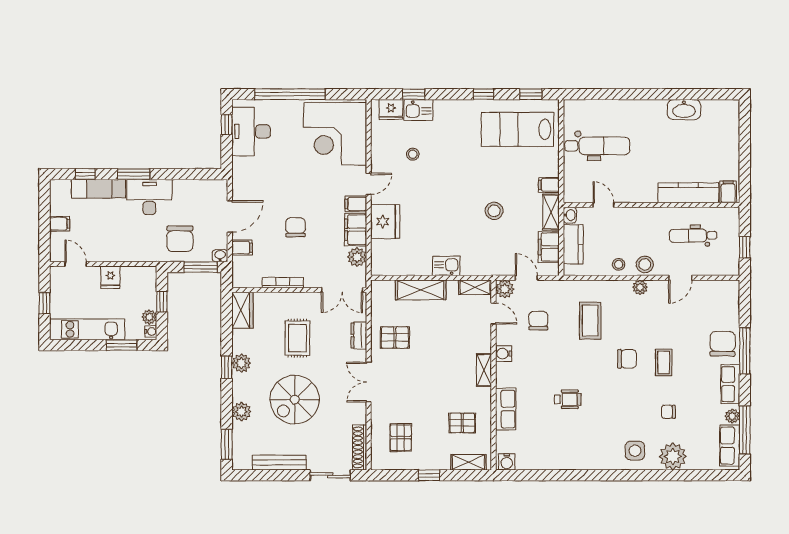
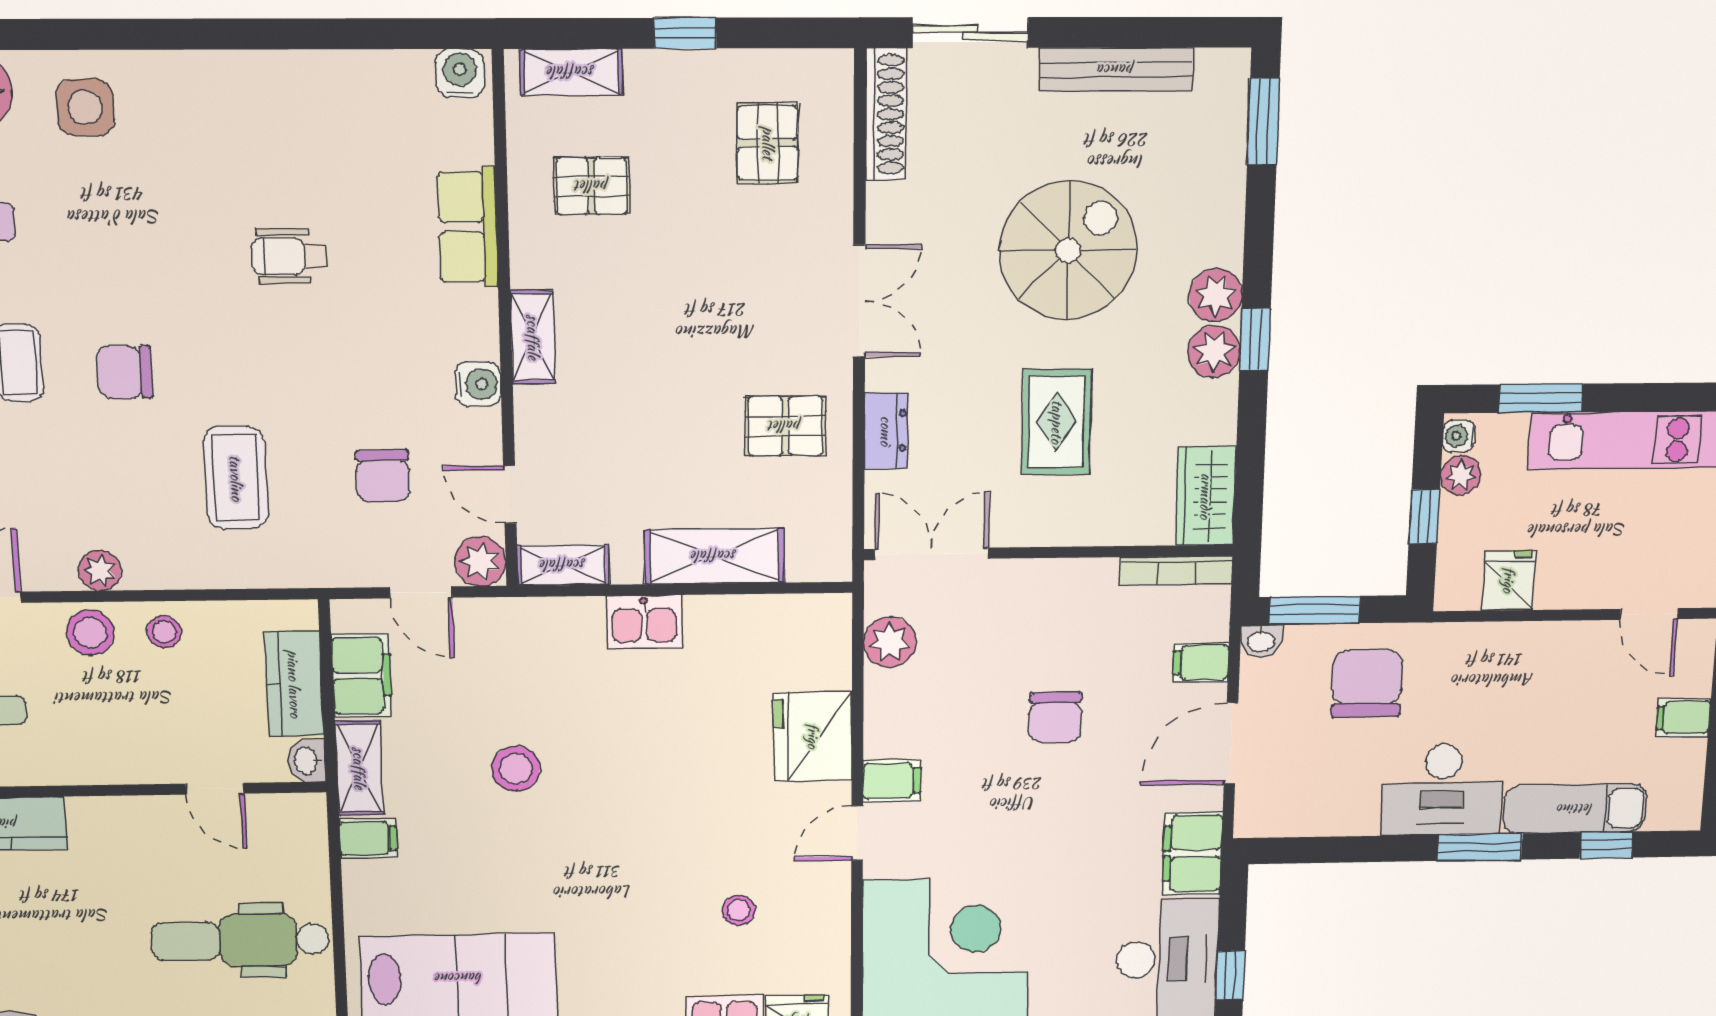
filing cabinet: (356, 230) -> (1192, 853), moved, turned 180
fridge: (110, 277) -> (1509, 580), moved
bookcase: (283, 283) -> (1176, 570), moved
plant: (241, 412) -> (1216, 295), moved

